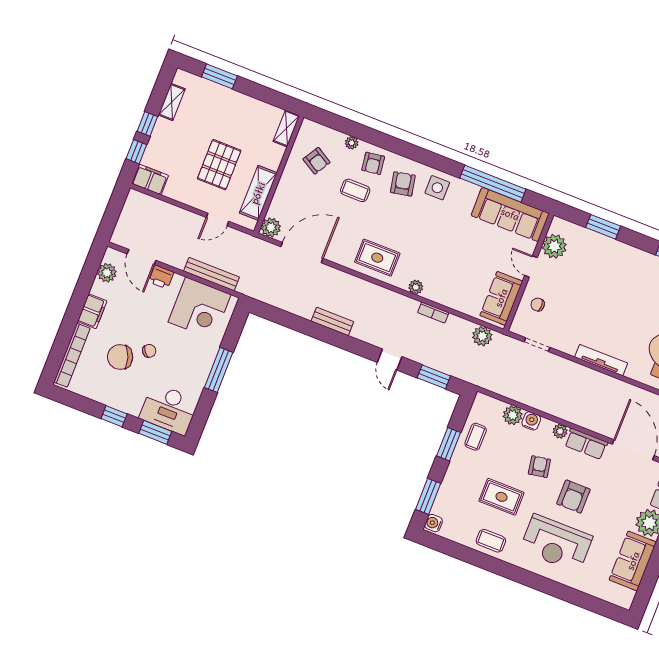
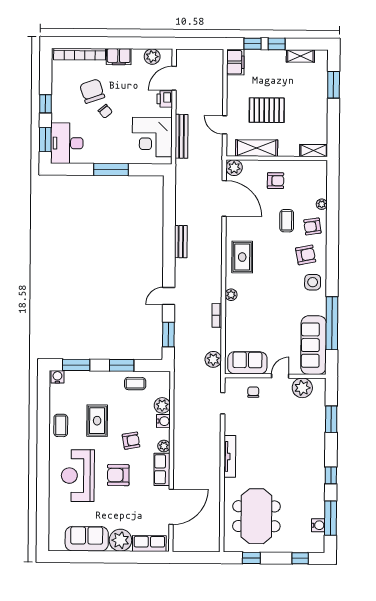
armchair: (317, 161) -> (276, 181), moved, turned -121

